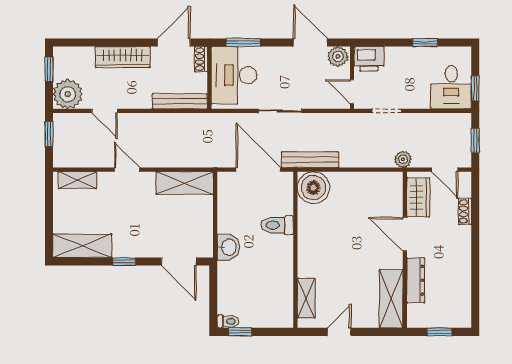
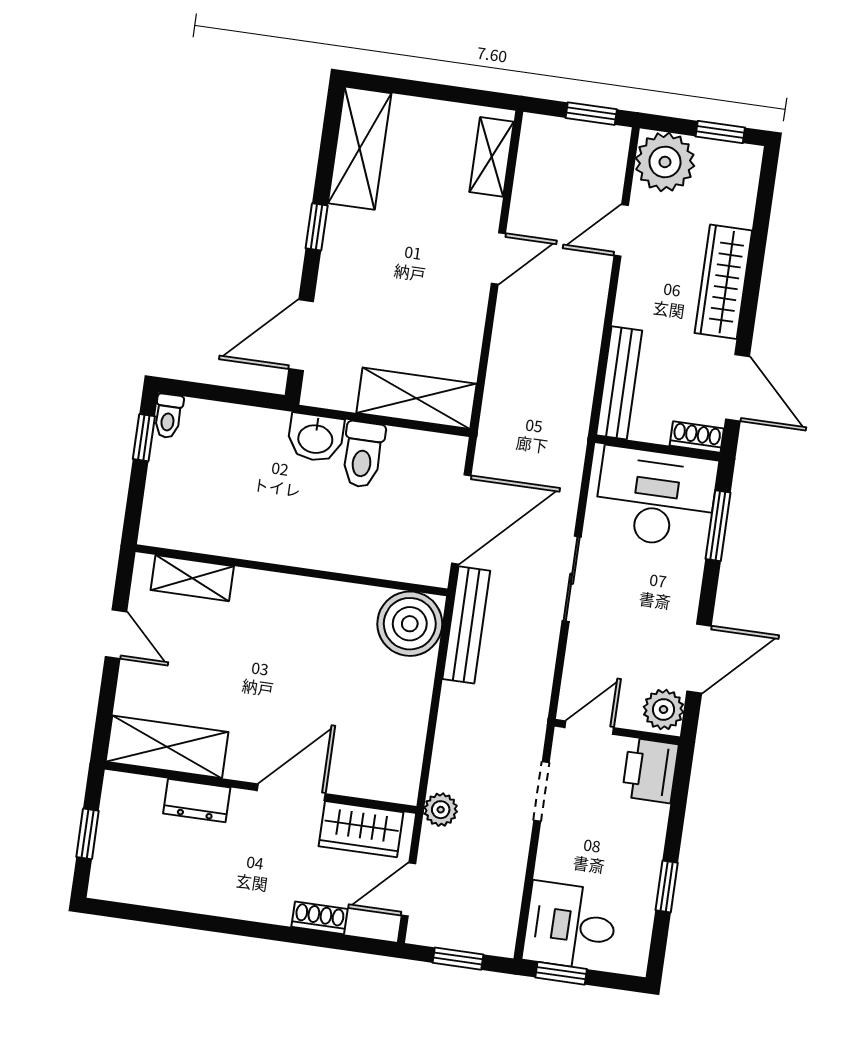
shelving: (185, 183) -> (416, 398), moved, turned 90
toilet: (277, 225) -> (363, 454), moved, turned 180
dresser: (416, 280) -> (197, 801), width x0.70

